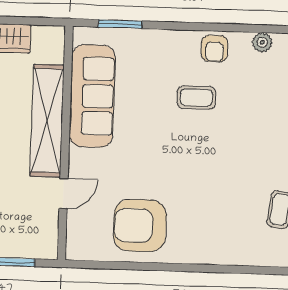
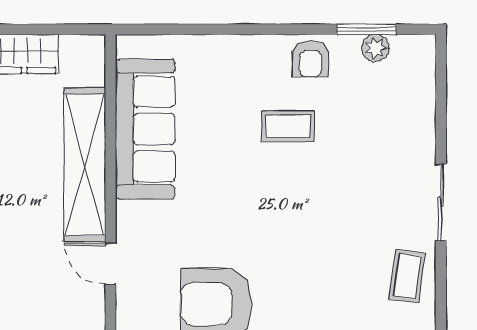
window: (120, 24) -> (366, 29), moved
door: (64, 194) -> (110, 264), swing flipped

